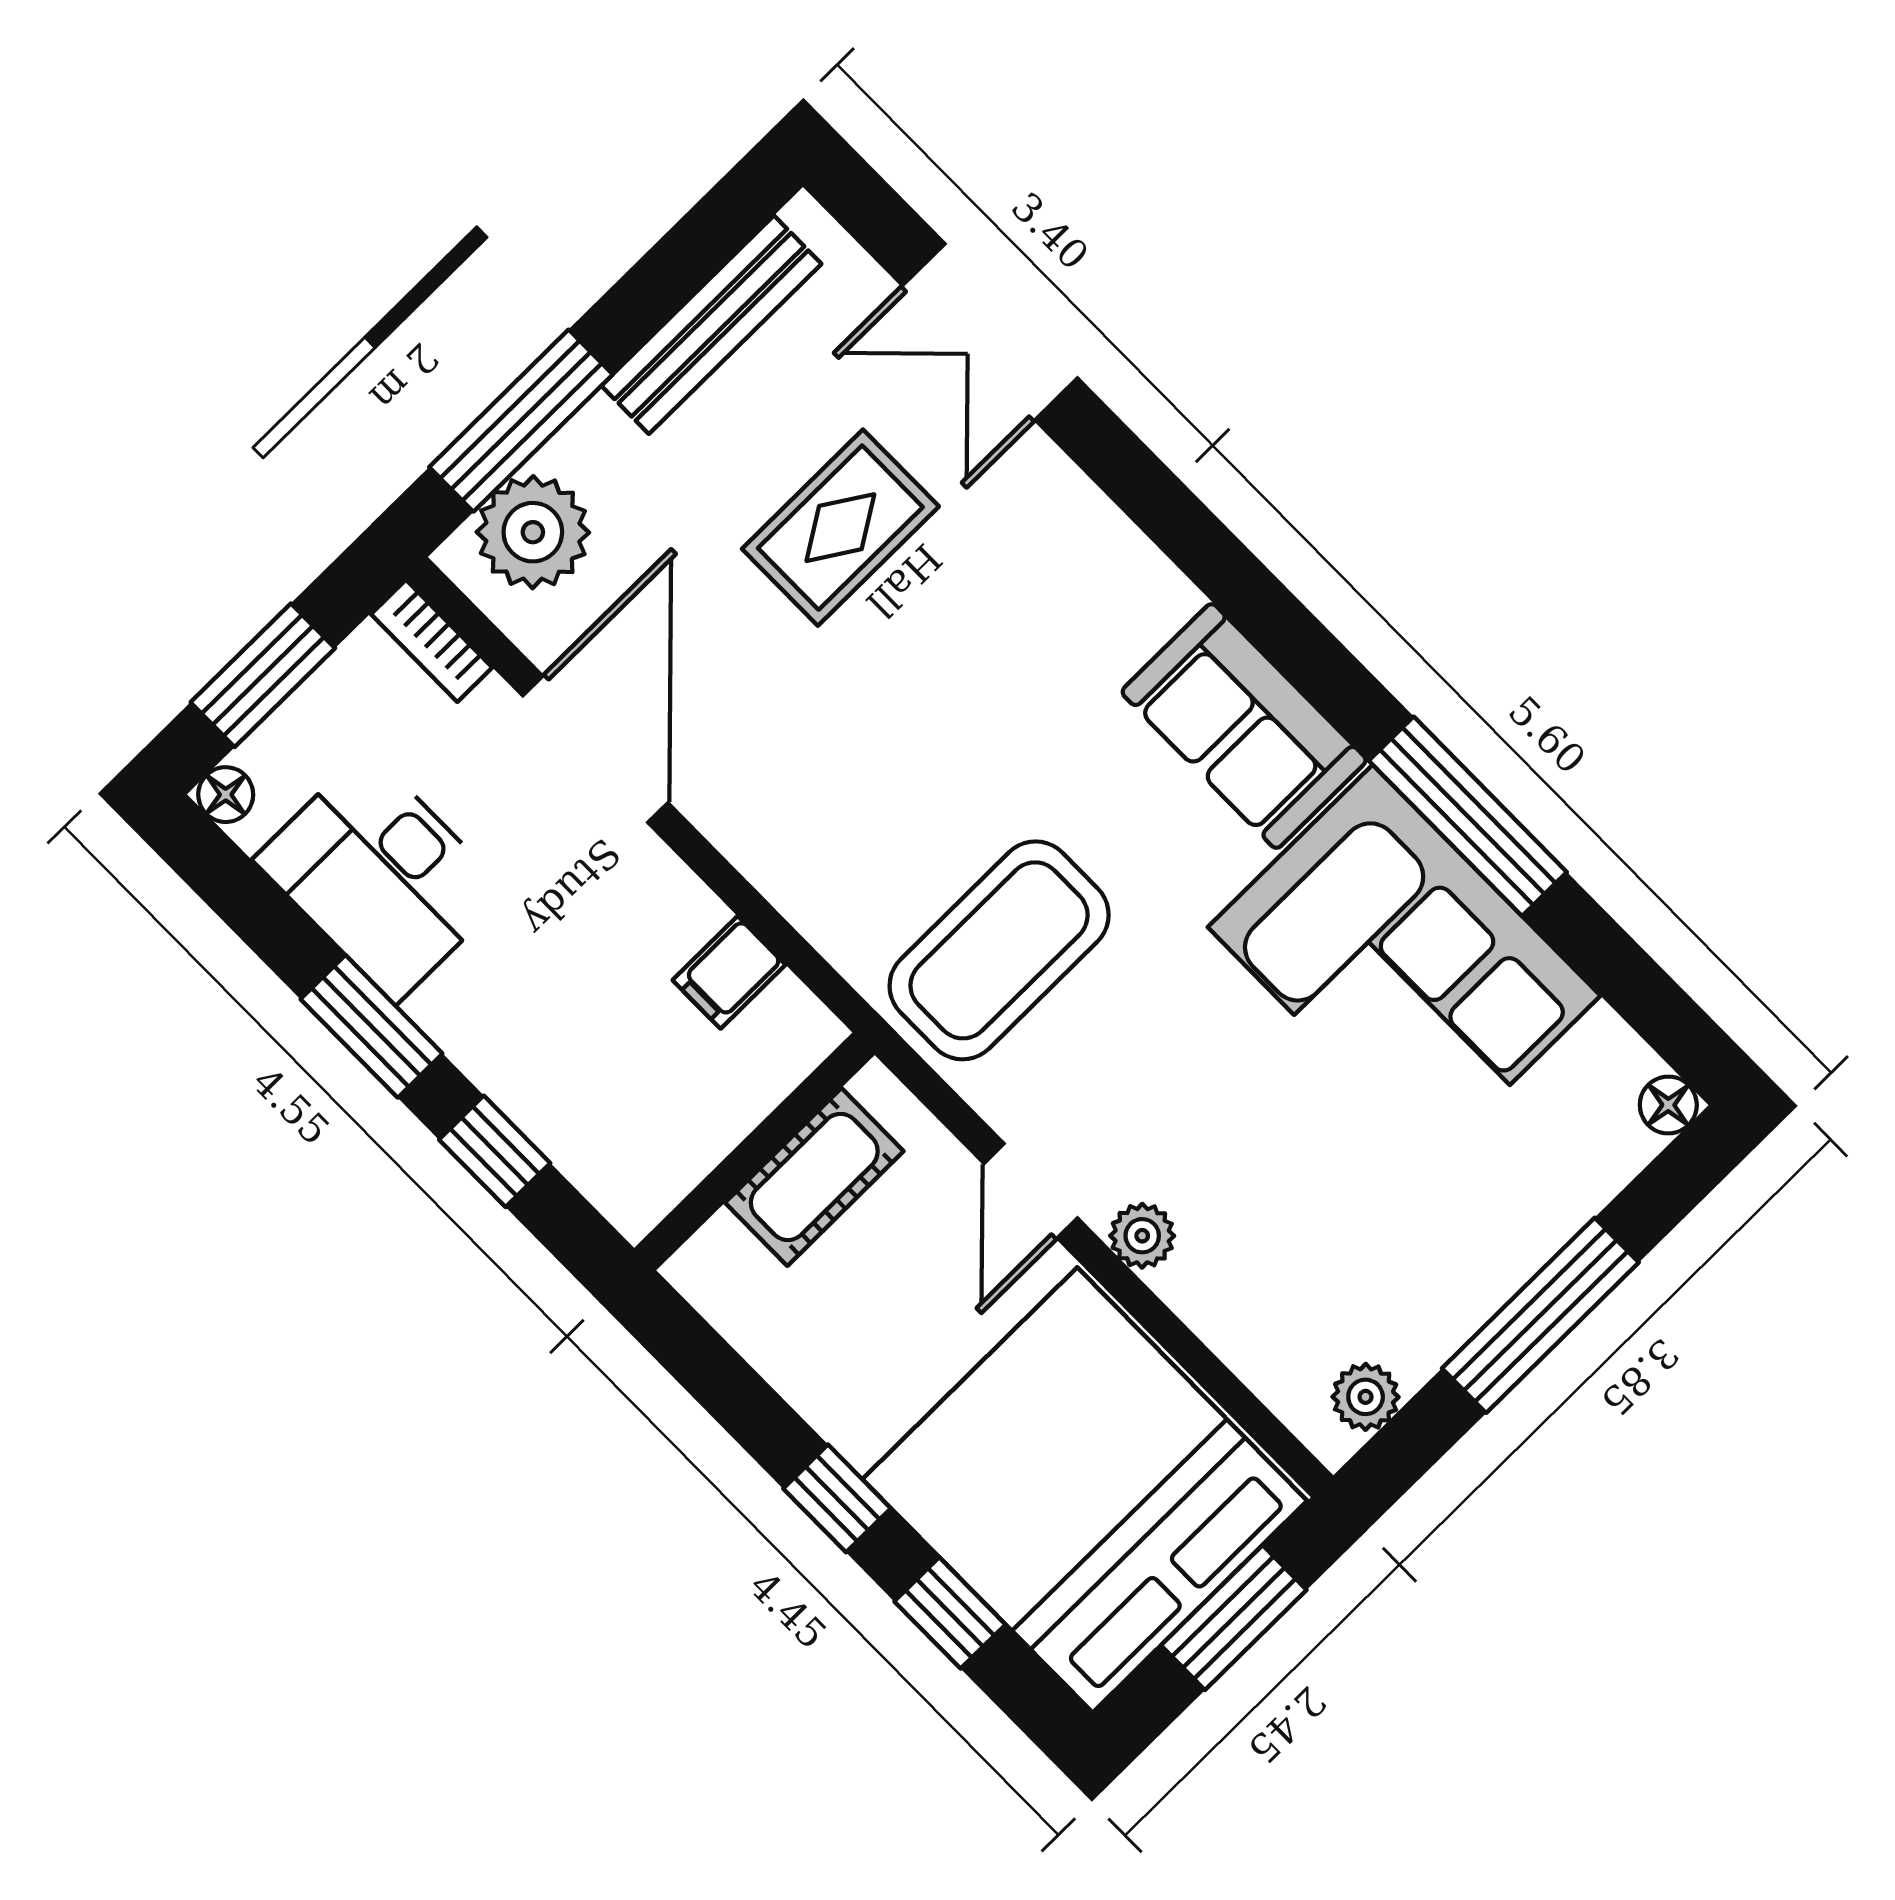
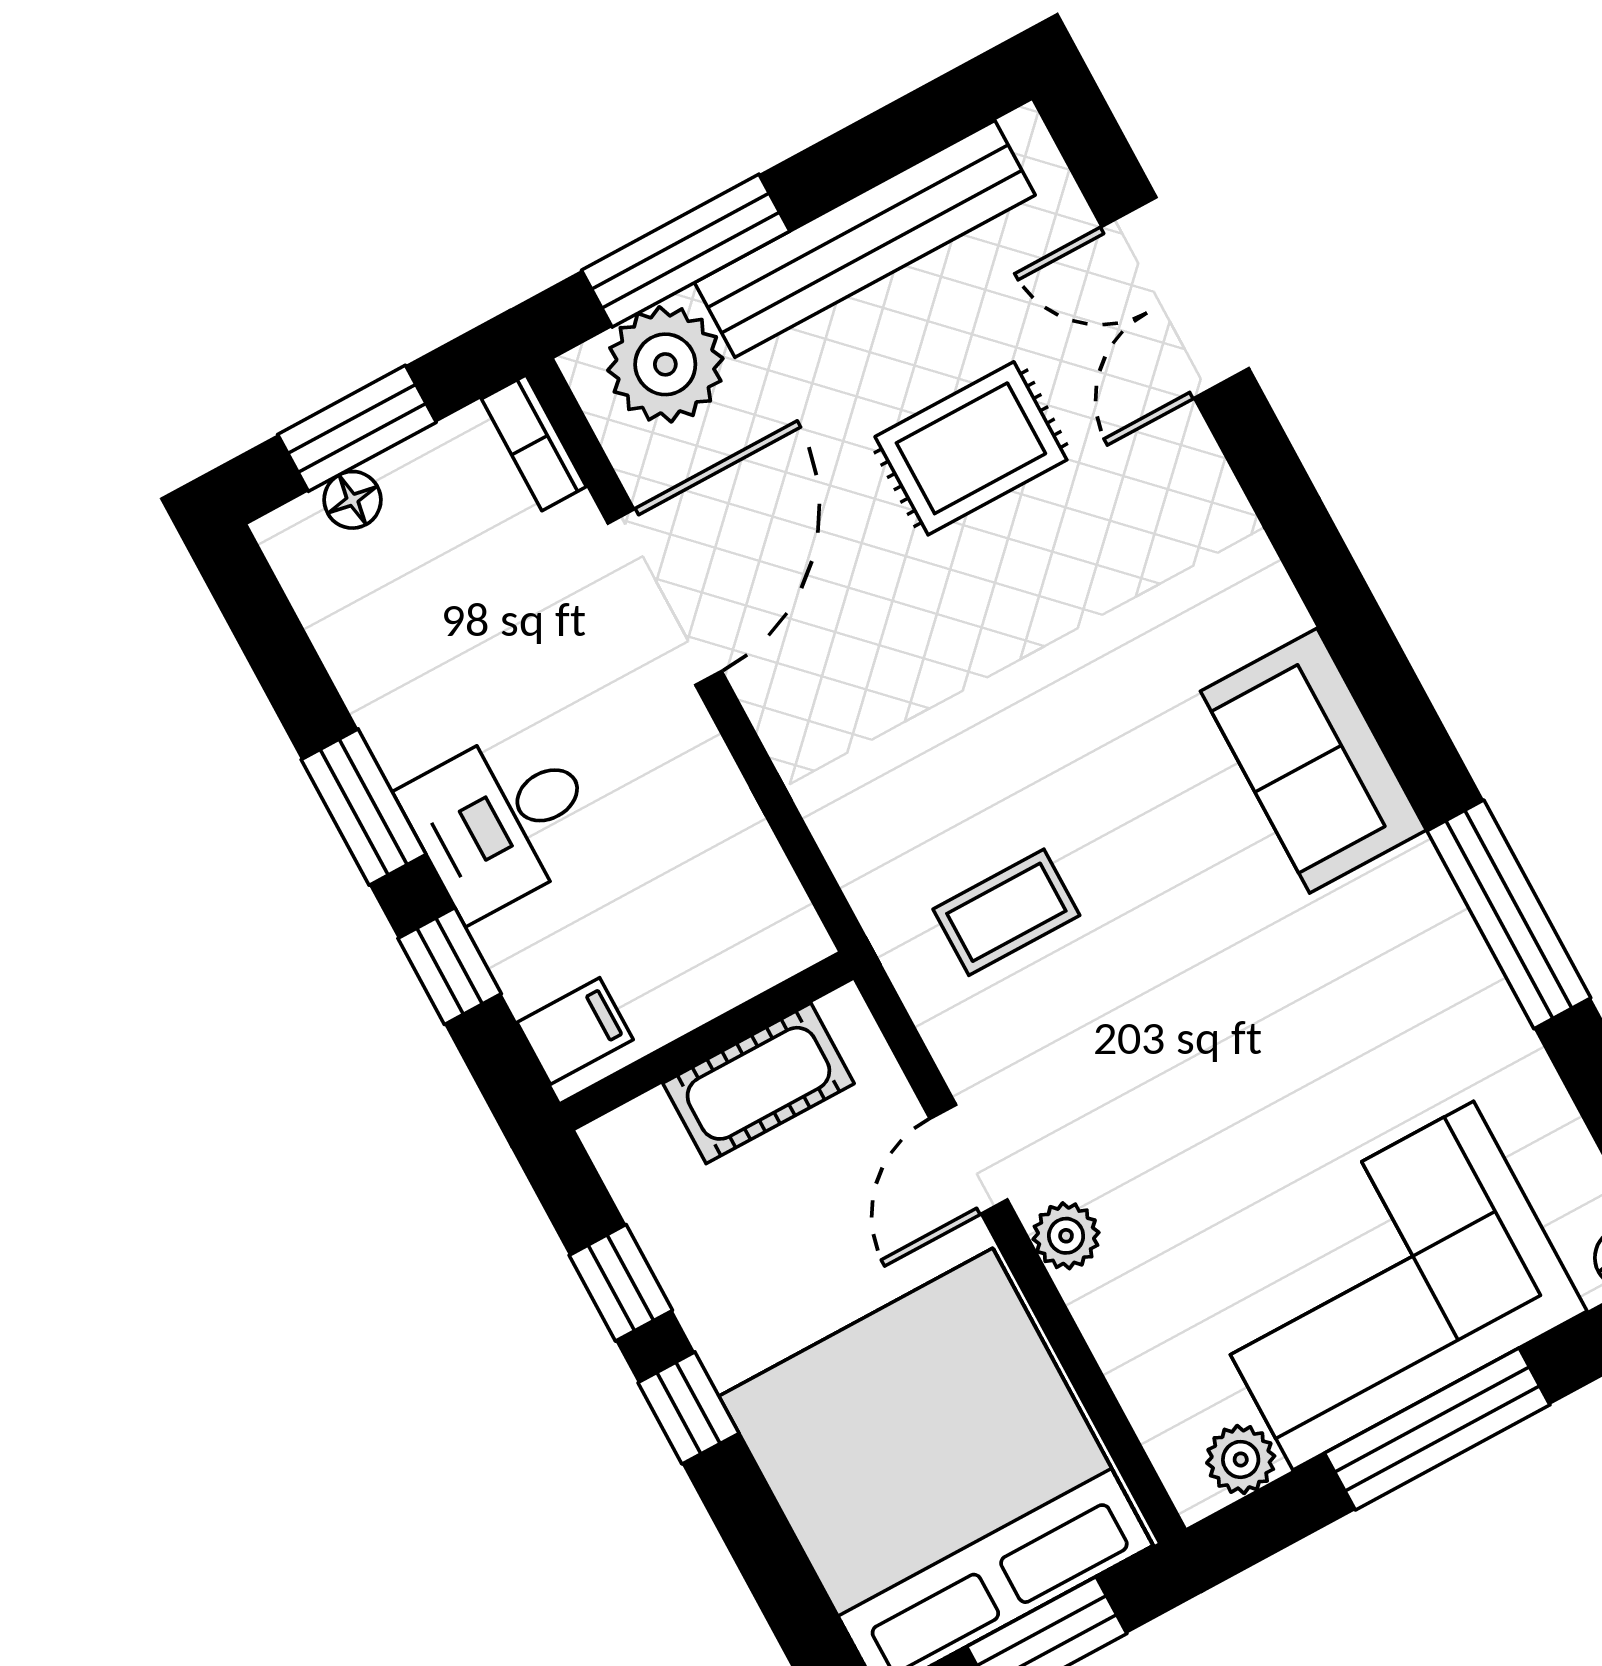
bench: (711, 325) -> (865, 239), width x1.37, depth x1.21
floor lamp: (226, 795) -> (352, 500), moved
desk: (381, 876) -> (502, 820), moved, width x0.73
coffee table: (999, 950) -> (1006, 912), width x0.54, depth x0.58
corner sofa: (1404, 961) -> (1383, 1286), moved, turned 90
filing cabinet: (729, 972) -> (575, 1031), moved, turned 180
window: (950, 1613) -> (621, 1283), moved

